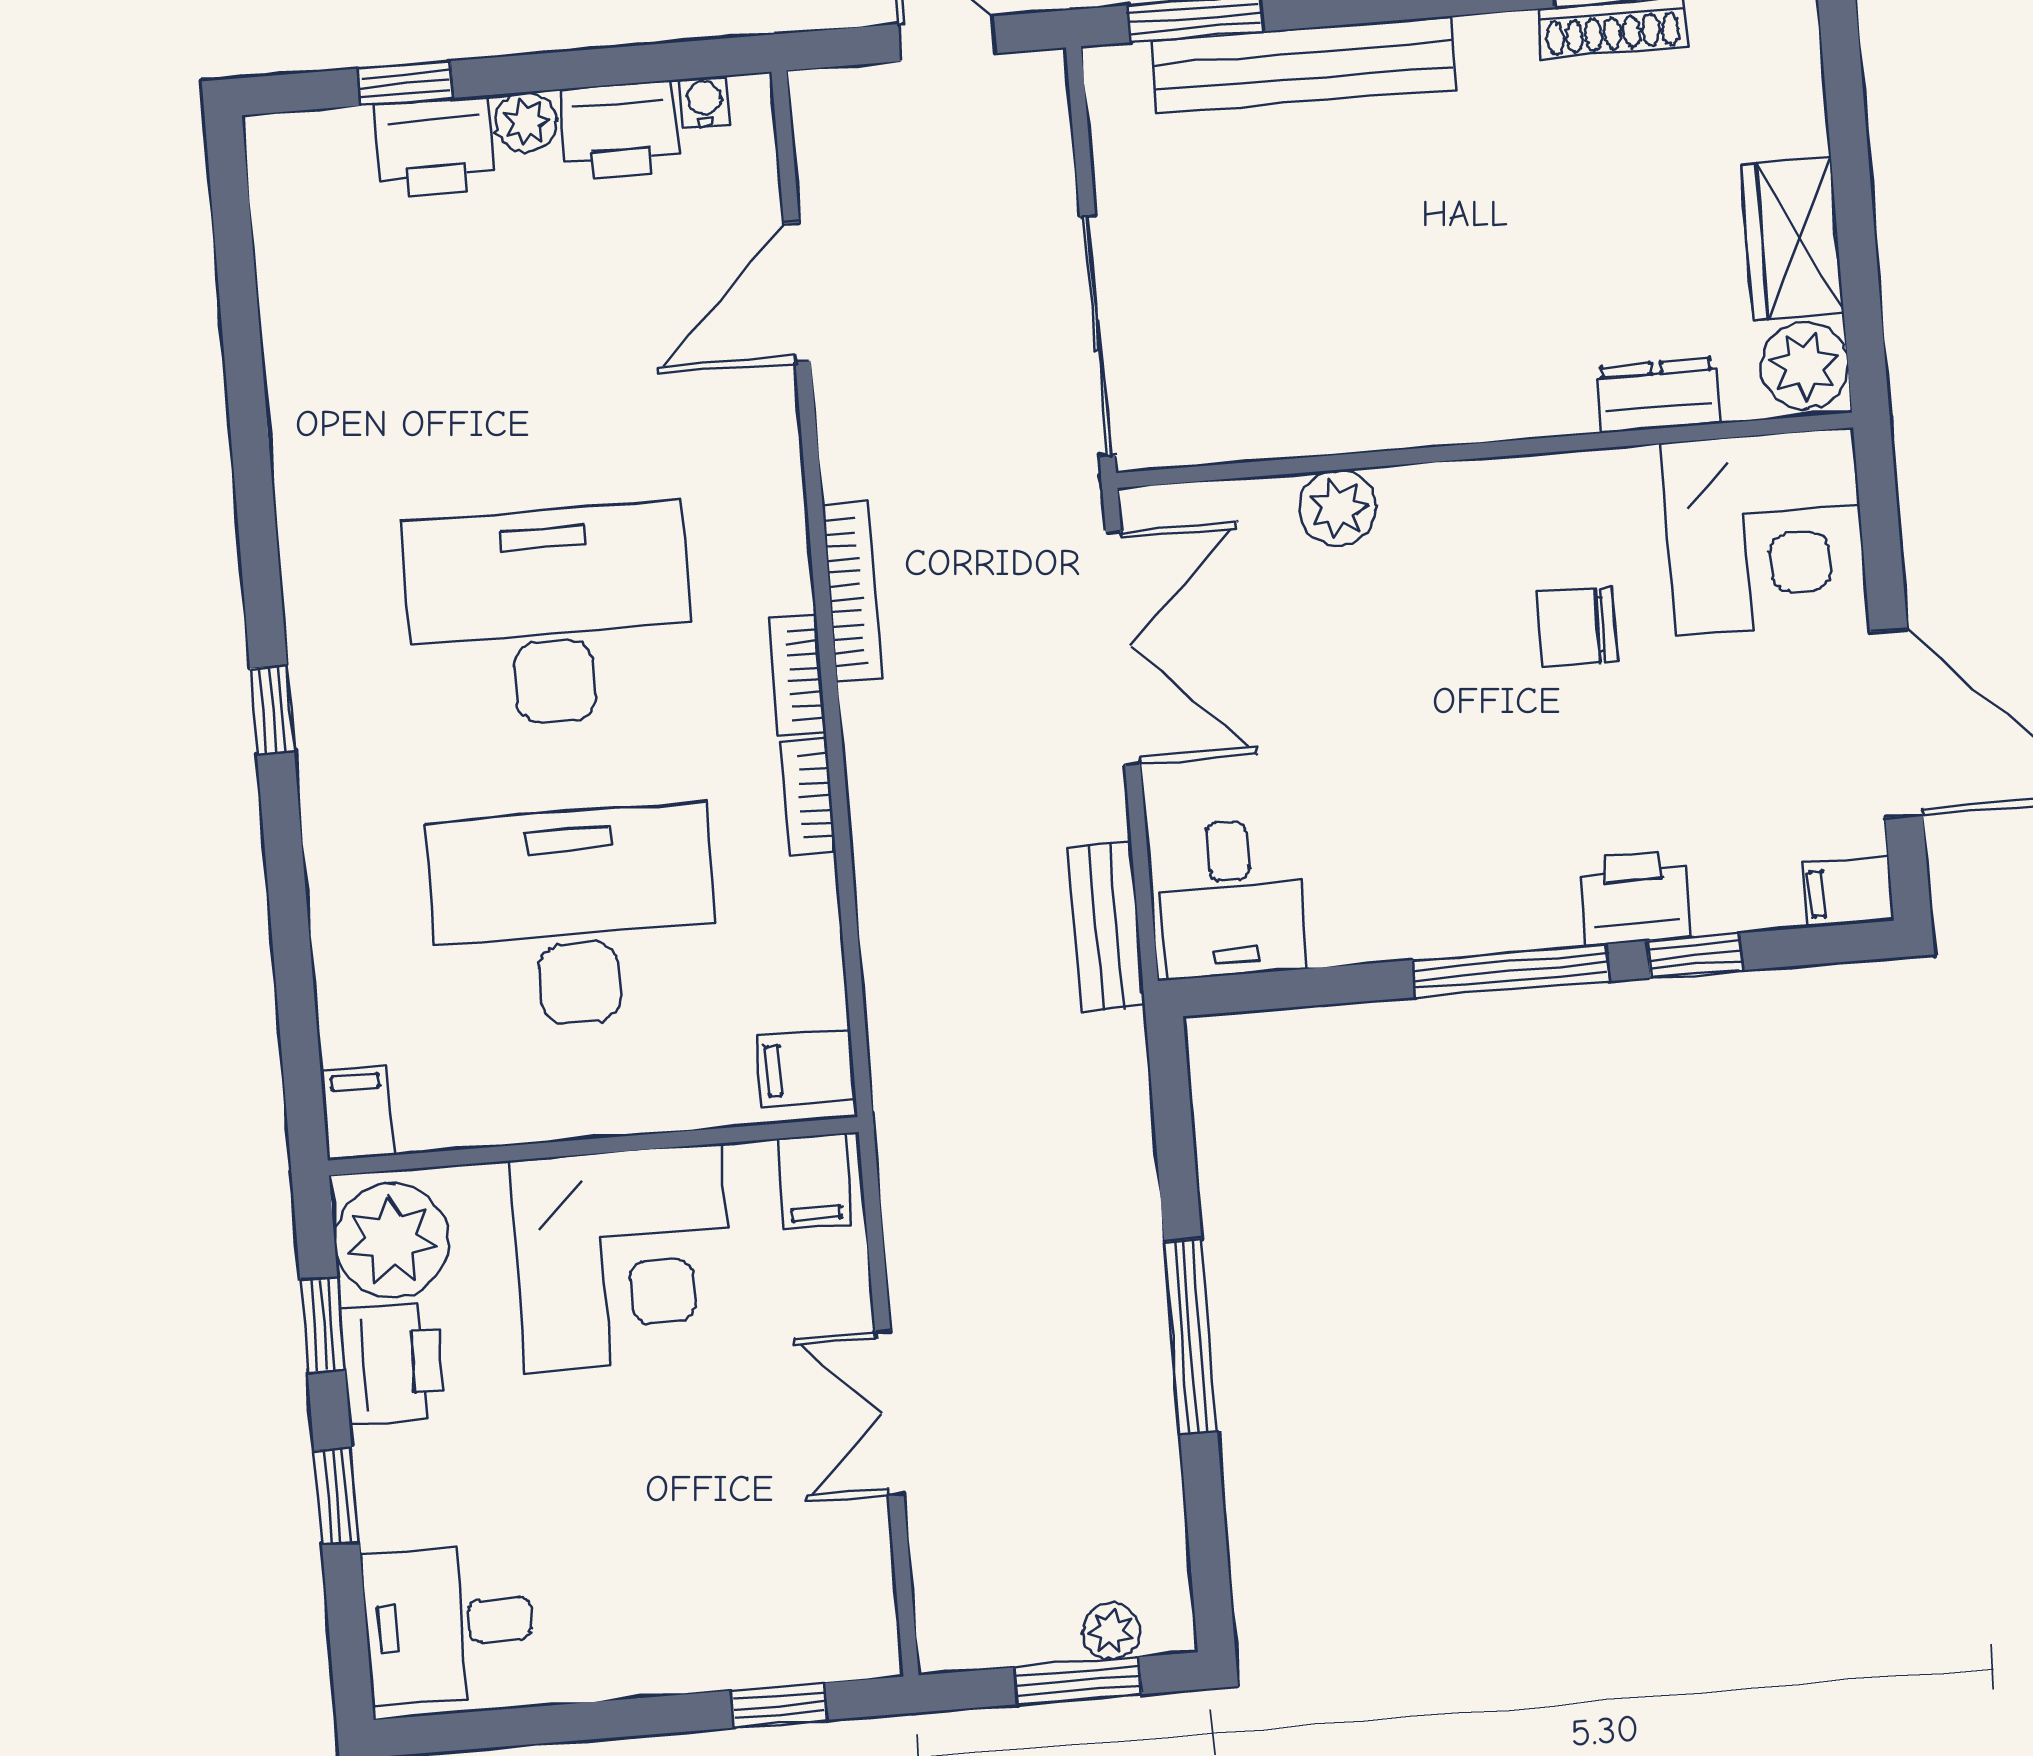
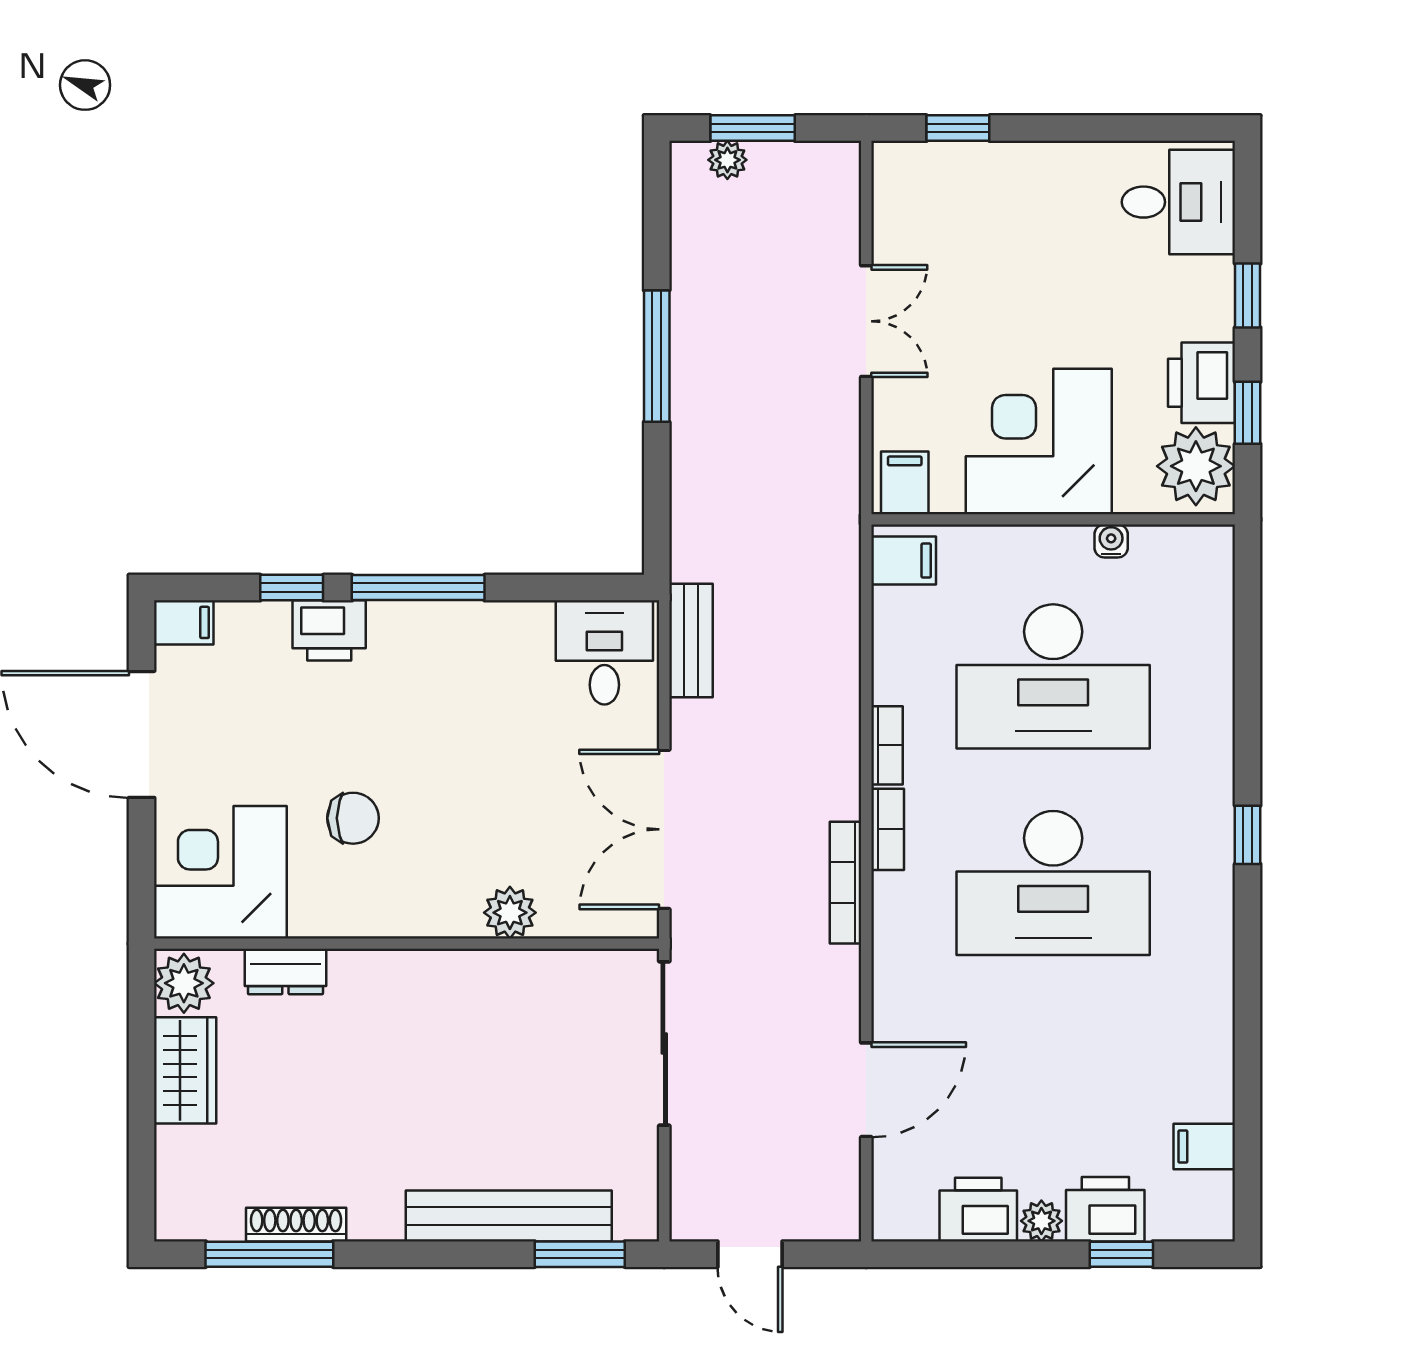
water cooler: (704, 102) -> (1111, 541), moved, turned 180
filing cabinet: (357, 1113) -> (1204, 1146), moved, turned 90

